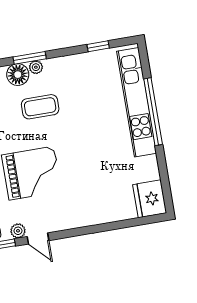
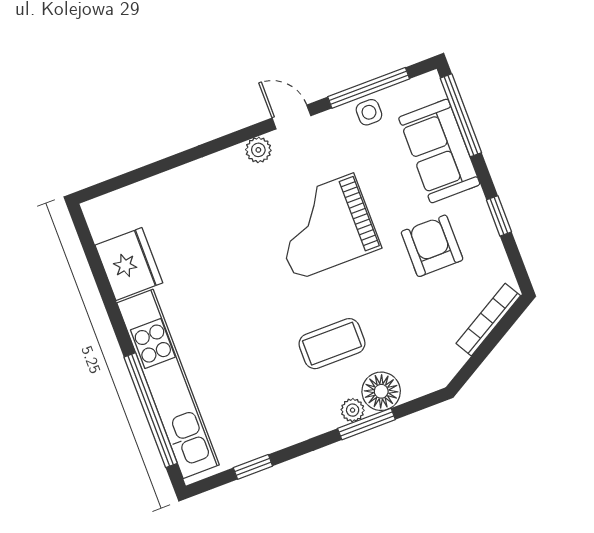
window: (153, 112) -> (151, 410), moved
fridge: (150, 199) -> (129, 264), moved
plant: (18, 231) -> (258, 150), moved

